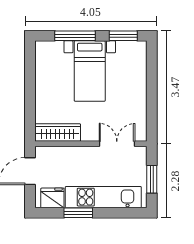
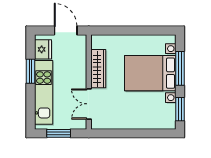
bed with nightstands: (90, 71) -> (150, 73), width x1.36
wardrobe: (58, 132) -> (98, 69), moved
double door: (117, 144) -> (89, 104), swing flipped

